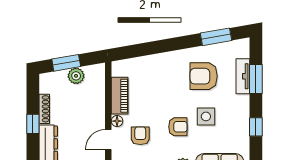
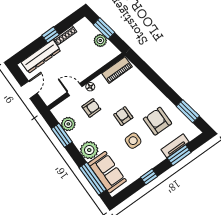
piano: (120, 96) -> (117, 70), moved
armchair: (178, 127) -> (123, 116), moved, turned 180

